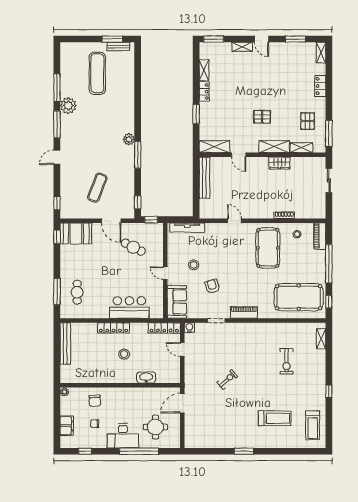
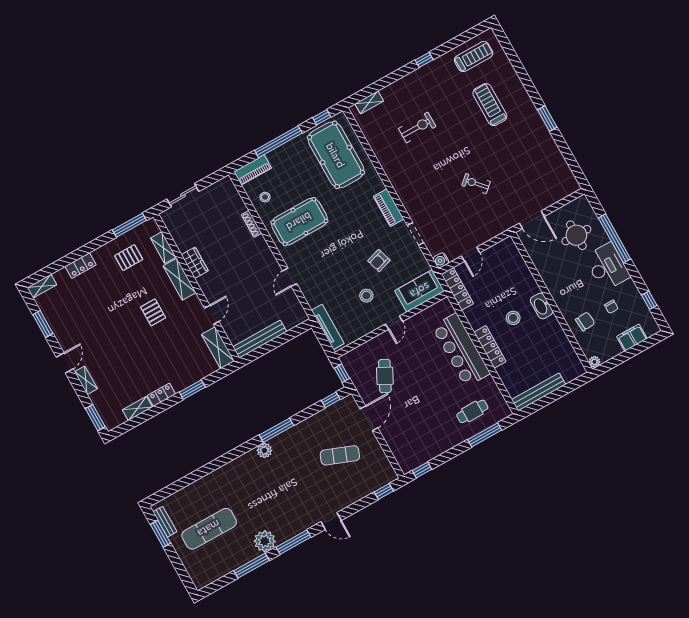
booth: (76, 233) -> (406, 450), removed
bar counter: (129, 308) -> (461, 350), width x1.36
washbasin: (146, 377) -> (541, 306), moved

